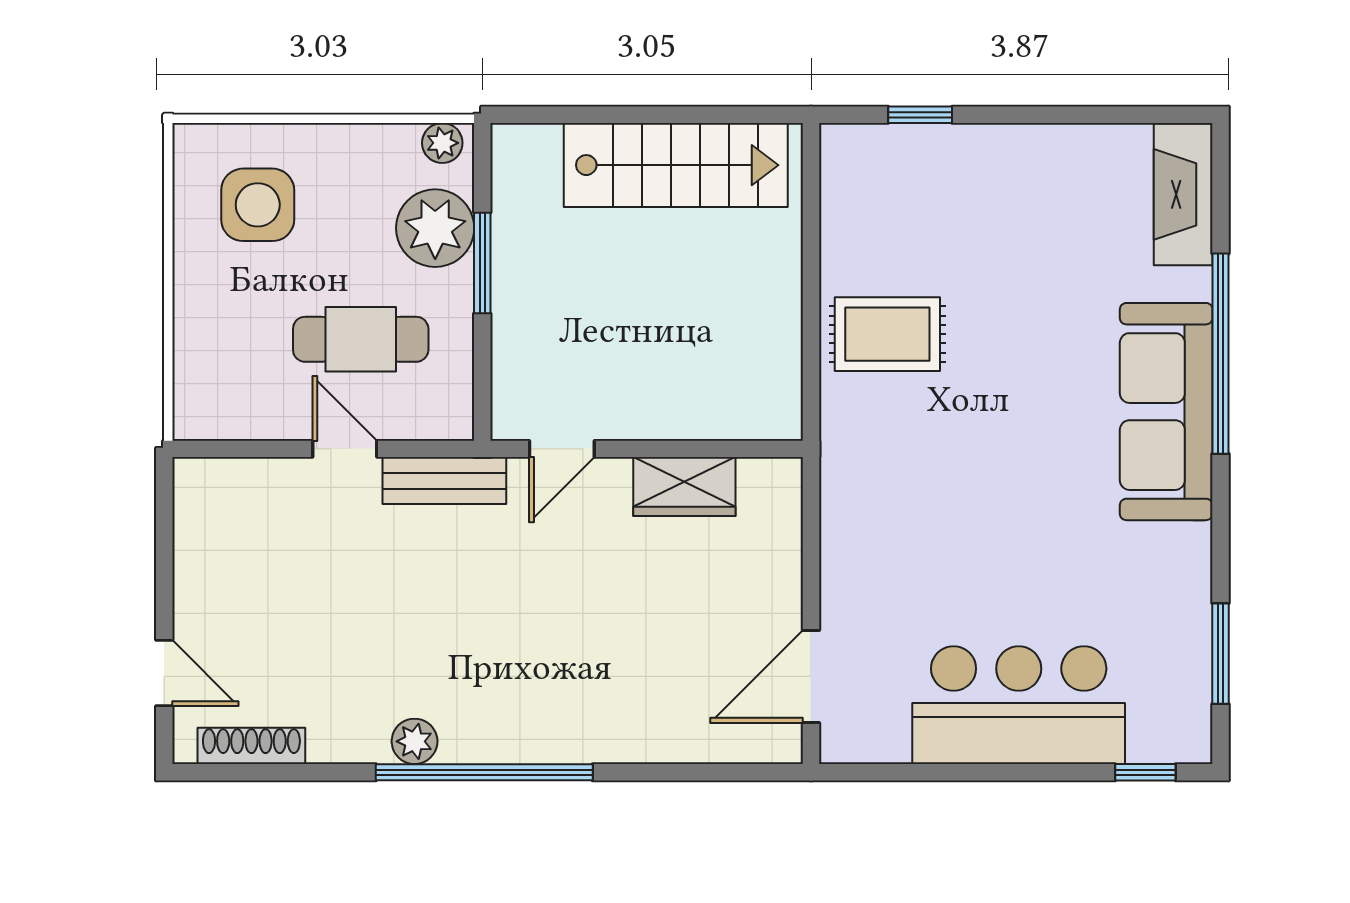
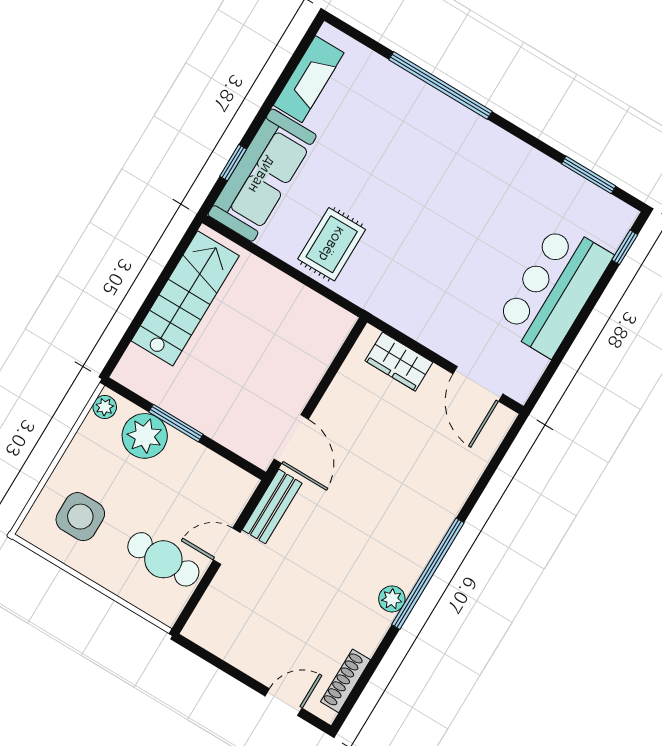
fireplace: (1183, 194) -> (309, 79), moved, turned -90
cafe table: (361, 339) -> (163, 559), moved, turned 90
sofa: (1166, 412) -> (262, 175), moved, turned -90
door: (562, 449) -> (291, 439), width x1.37
wardrobe: (684, 487) -> (399, 362), moved, turned 90

